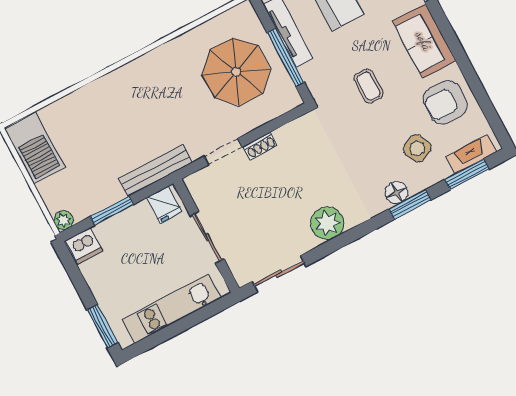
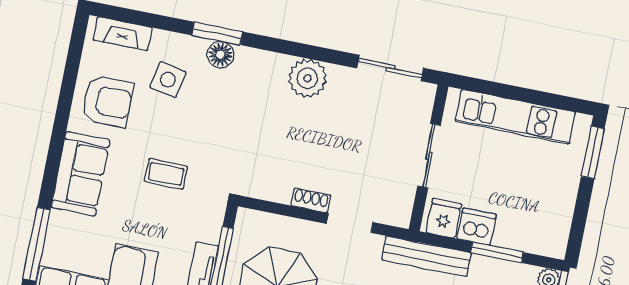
coffee table: (369, 86) -> (166, 174), turned 90
side table: (417, 148) -> (168, 80), turned 36
window: (467, 174) -> (142, 18), removed
dishwasher: (84, 246) -> (477, 227), moved

